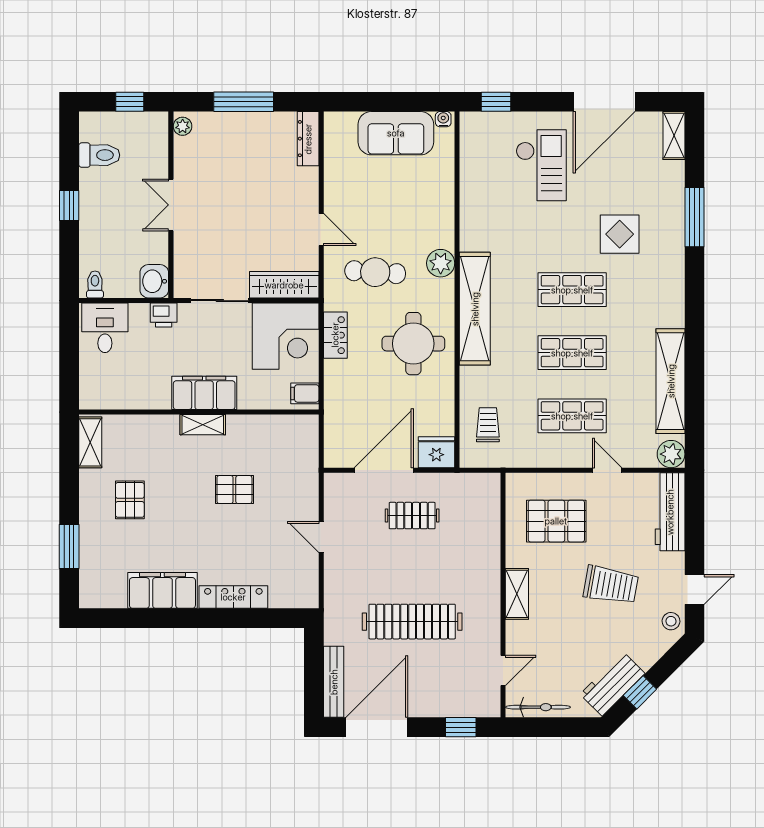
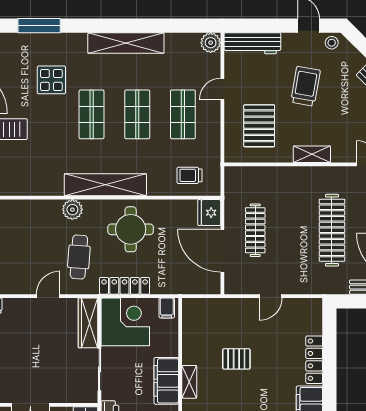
locker: (335, 335) -> (125, 286), width x1.53
shelving: (671, 381) -> (126, 43), moved
pallet: (234, 490) -> (236, 359), turned 90
clothes rail: (412, 516) -> (255, 230), width x1.36

